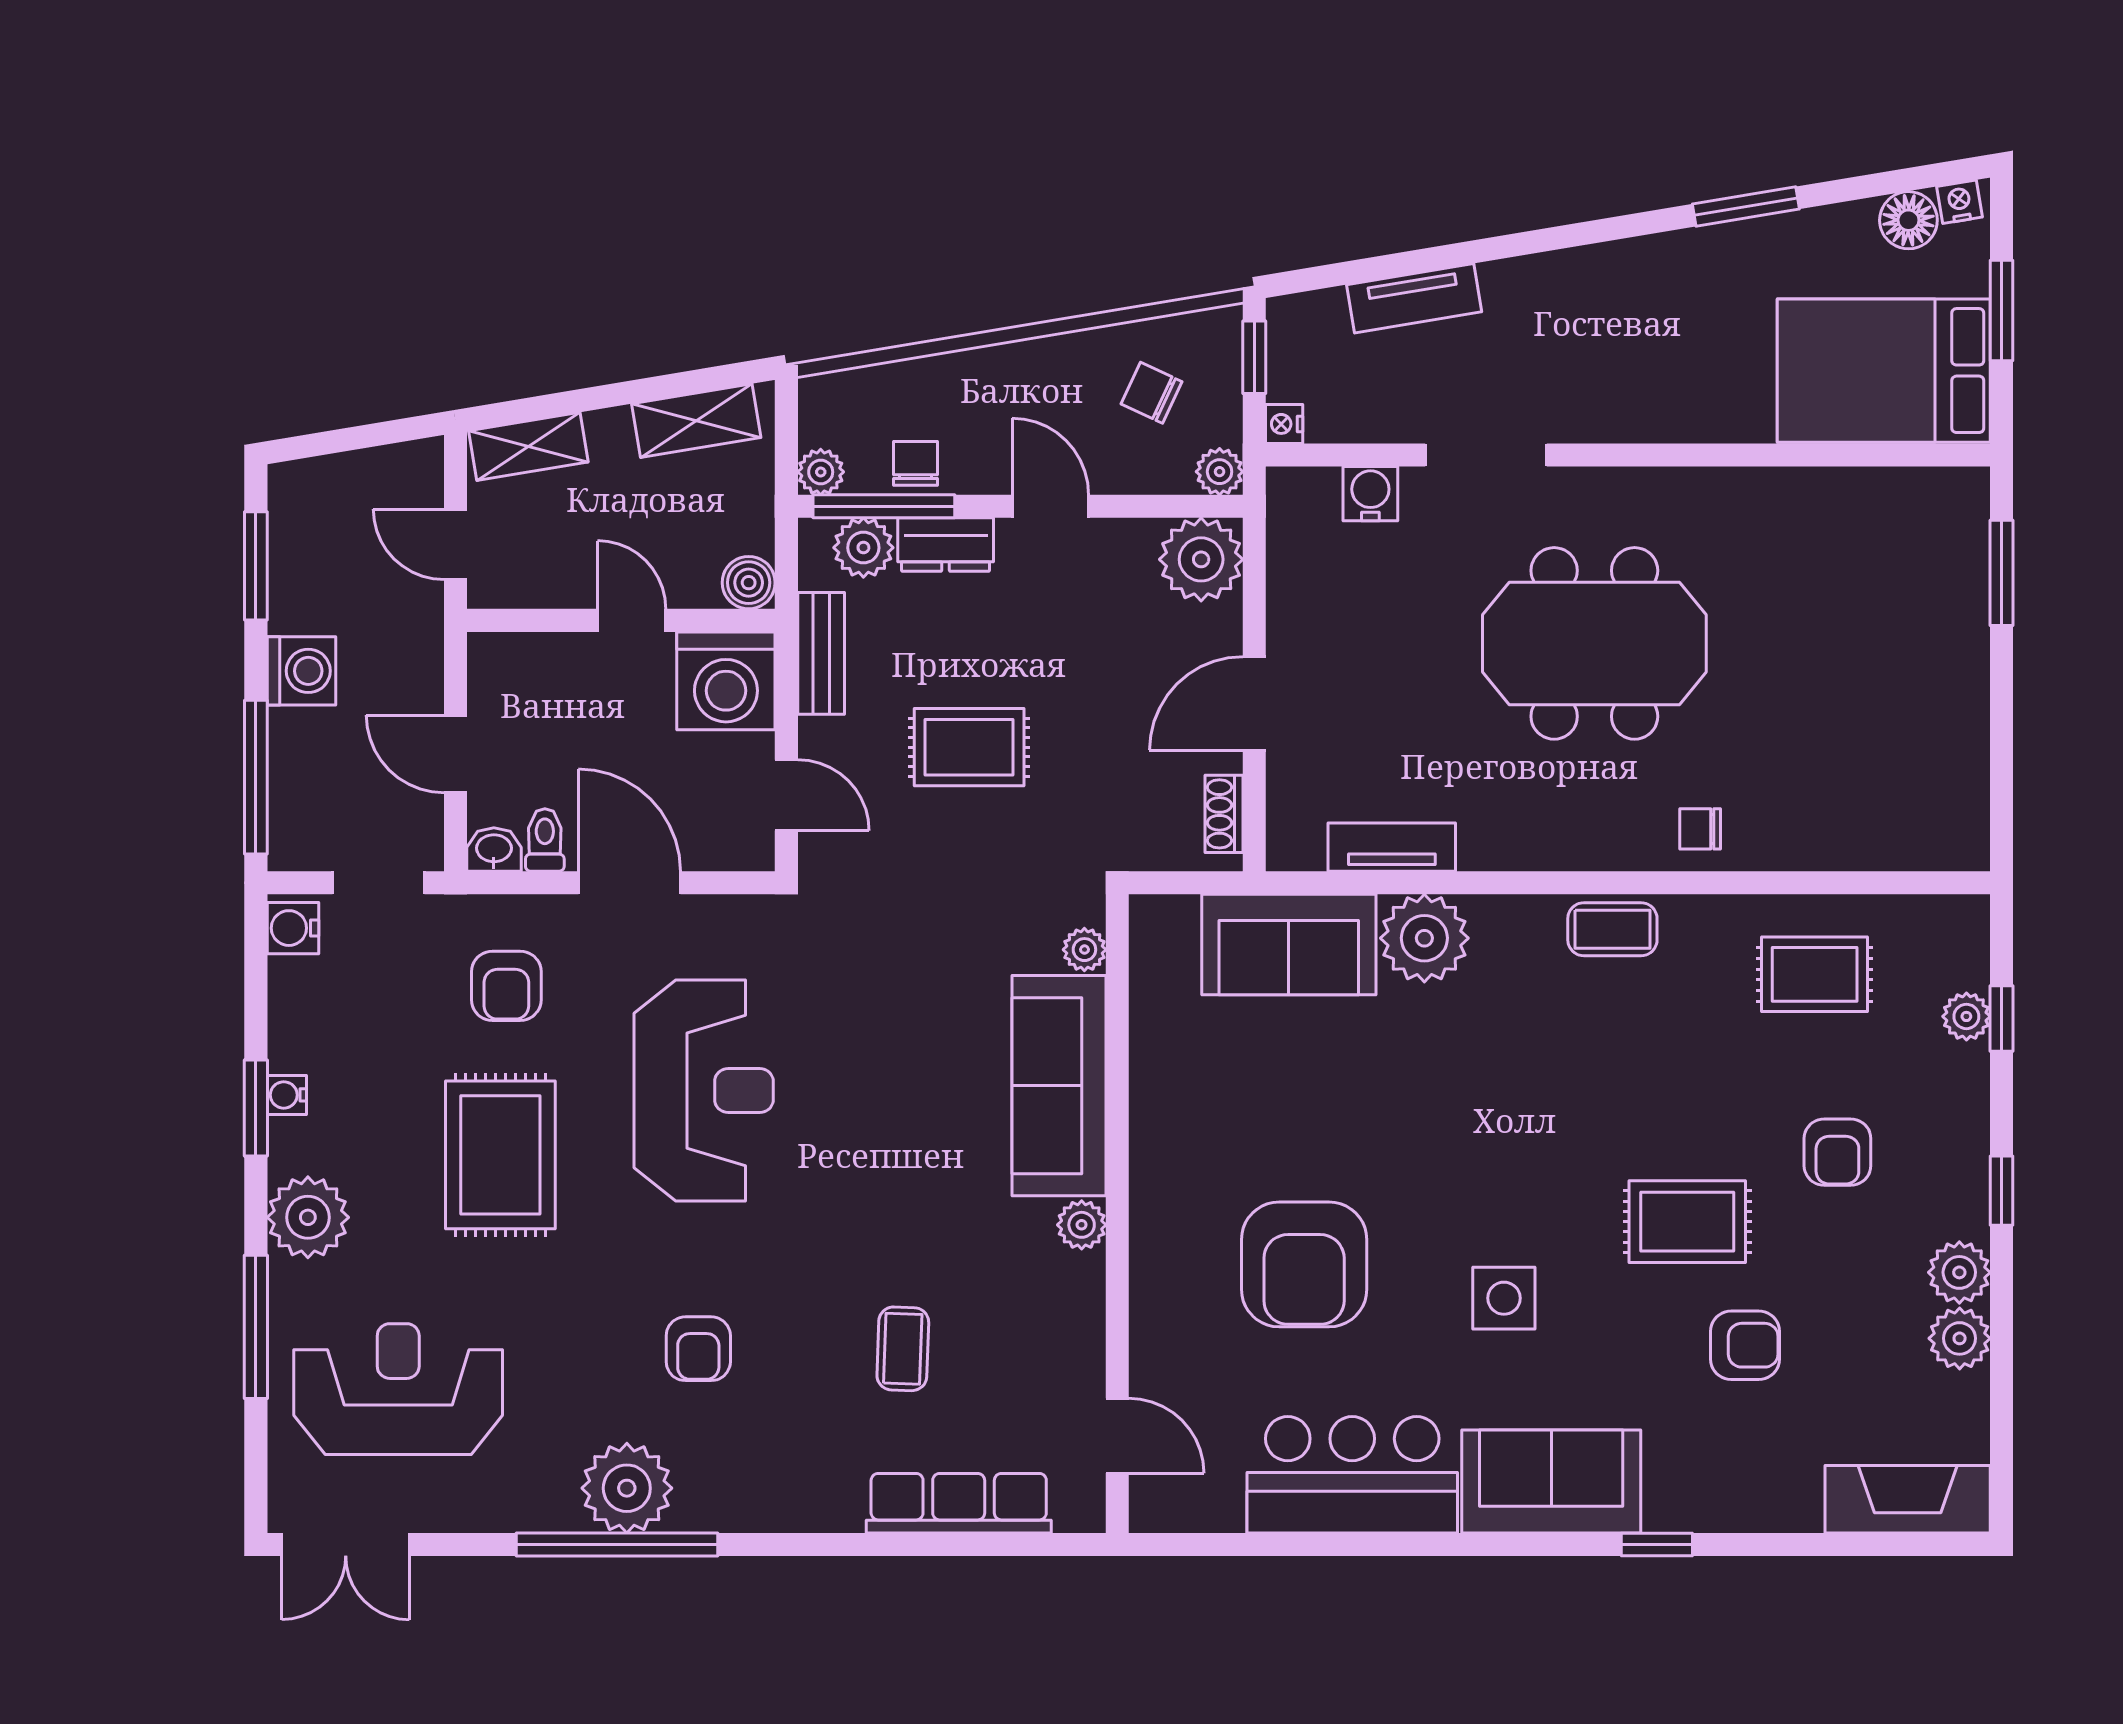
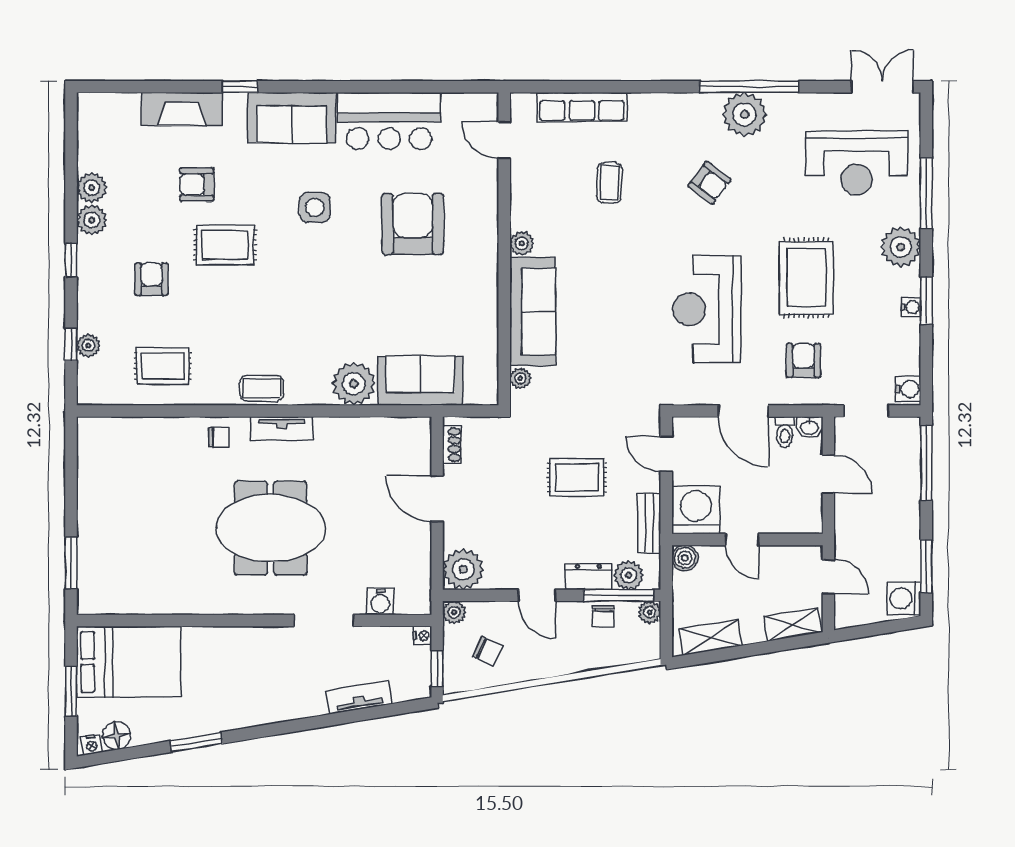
washing machine: (301, 671) -> (904, 598), moved
door: (1254, 703) -> (437, 499), swing flipped
tv unit: (1392, 847) -> (282, 428), moved
armchair: (698, 1349) -> (709, 183), turned 127
fireplace: (1908, 1499) -> (182, 109), moved

